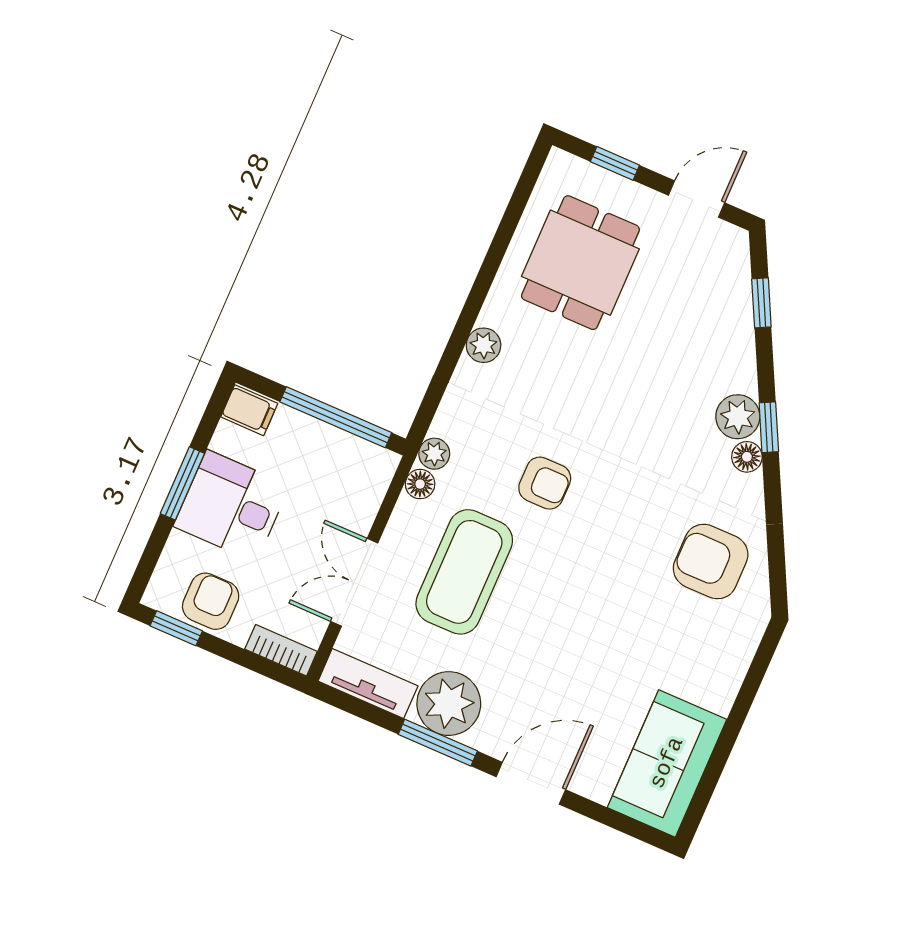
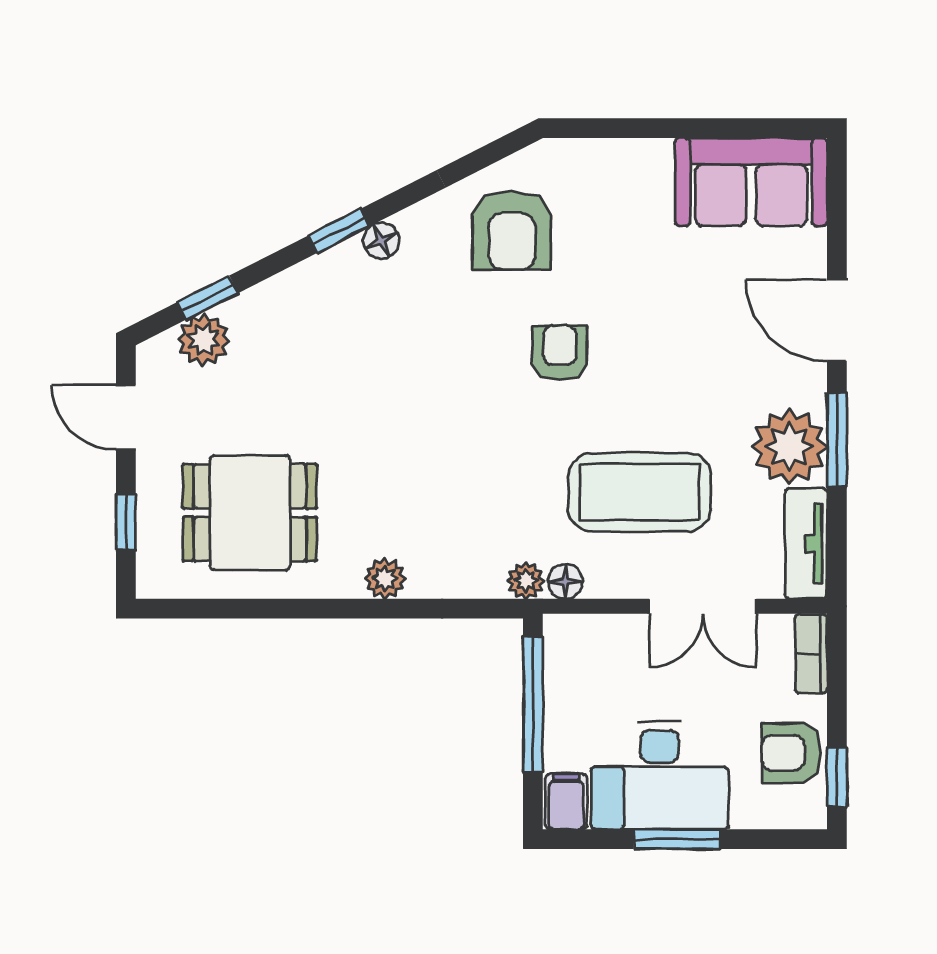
plant: (738, 417) -> (204, 340), moved
armchair: (545, 483) -> (560, 353), moved
desk: (231, 506) -> (660, 775), width x1.37

